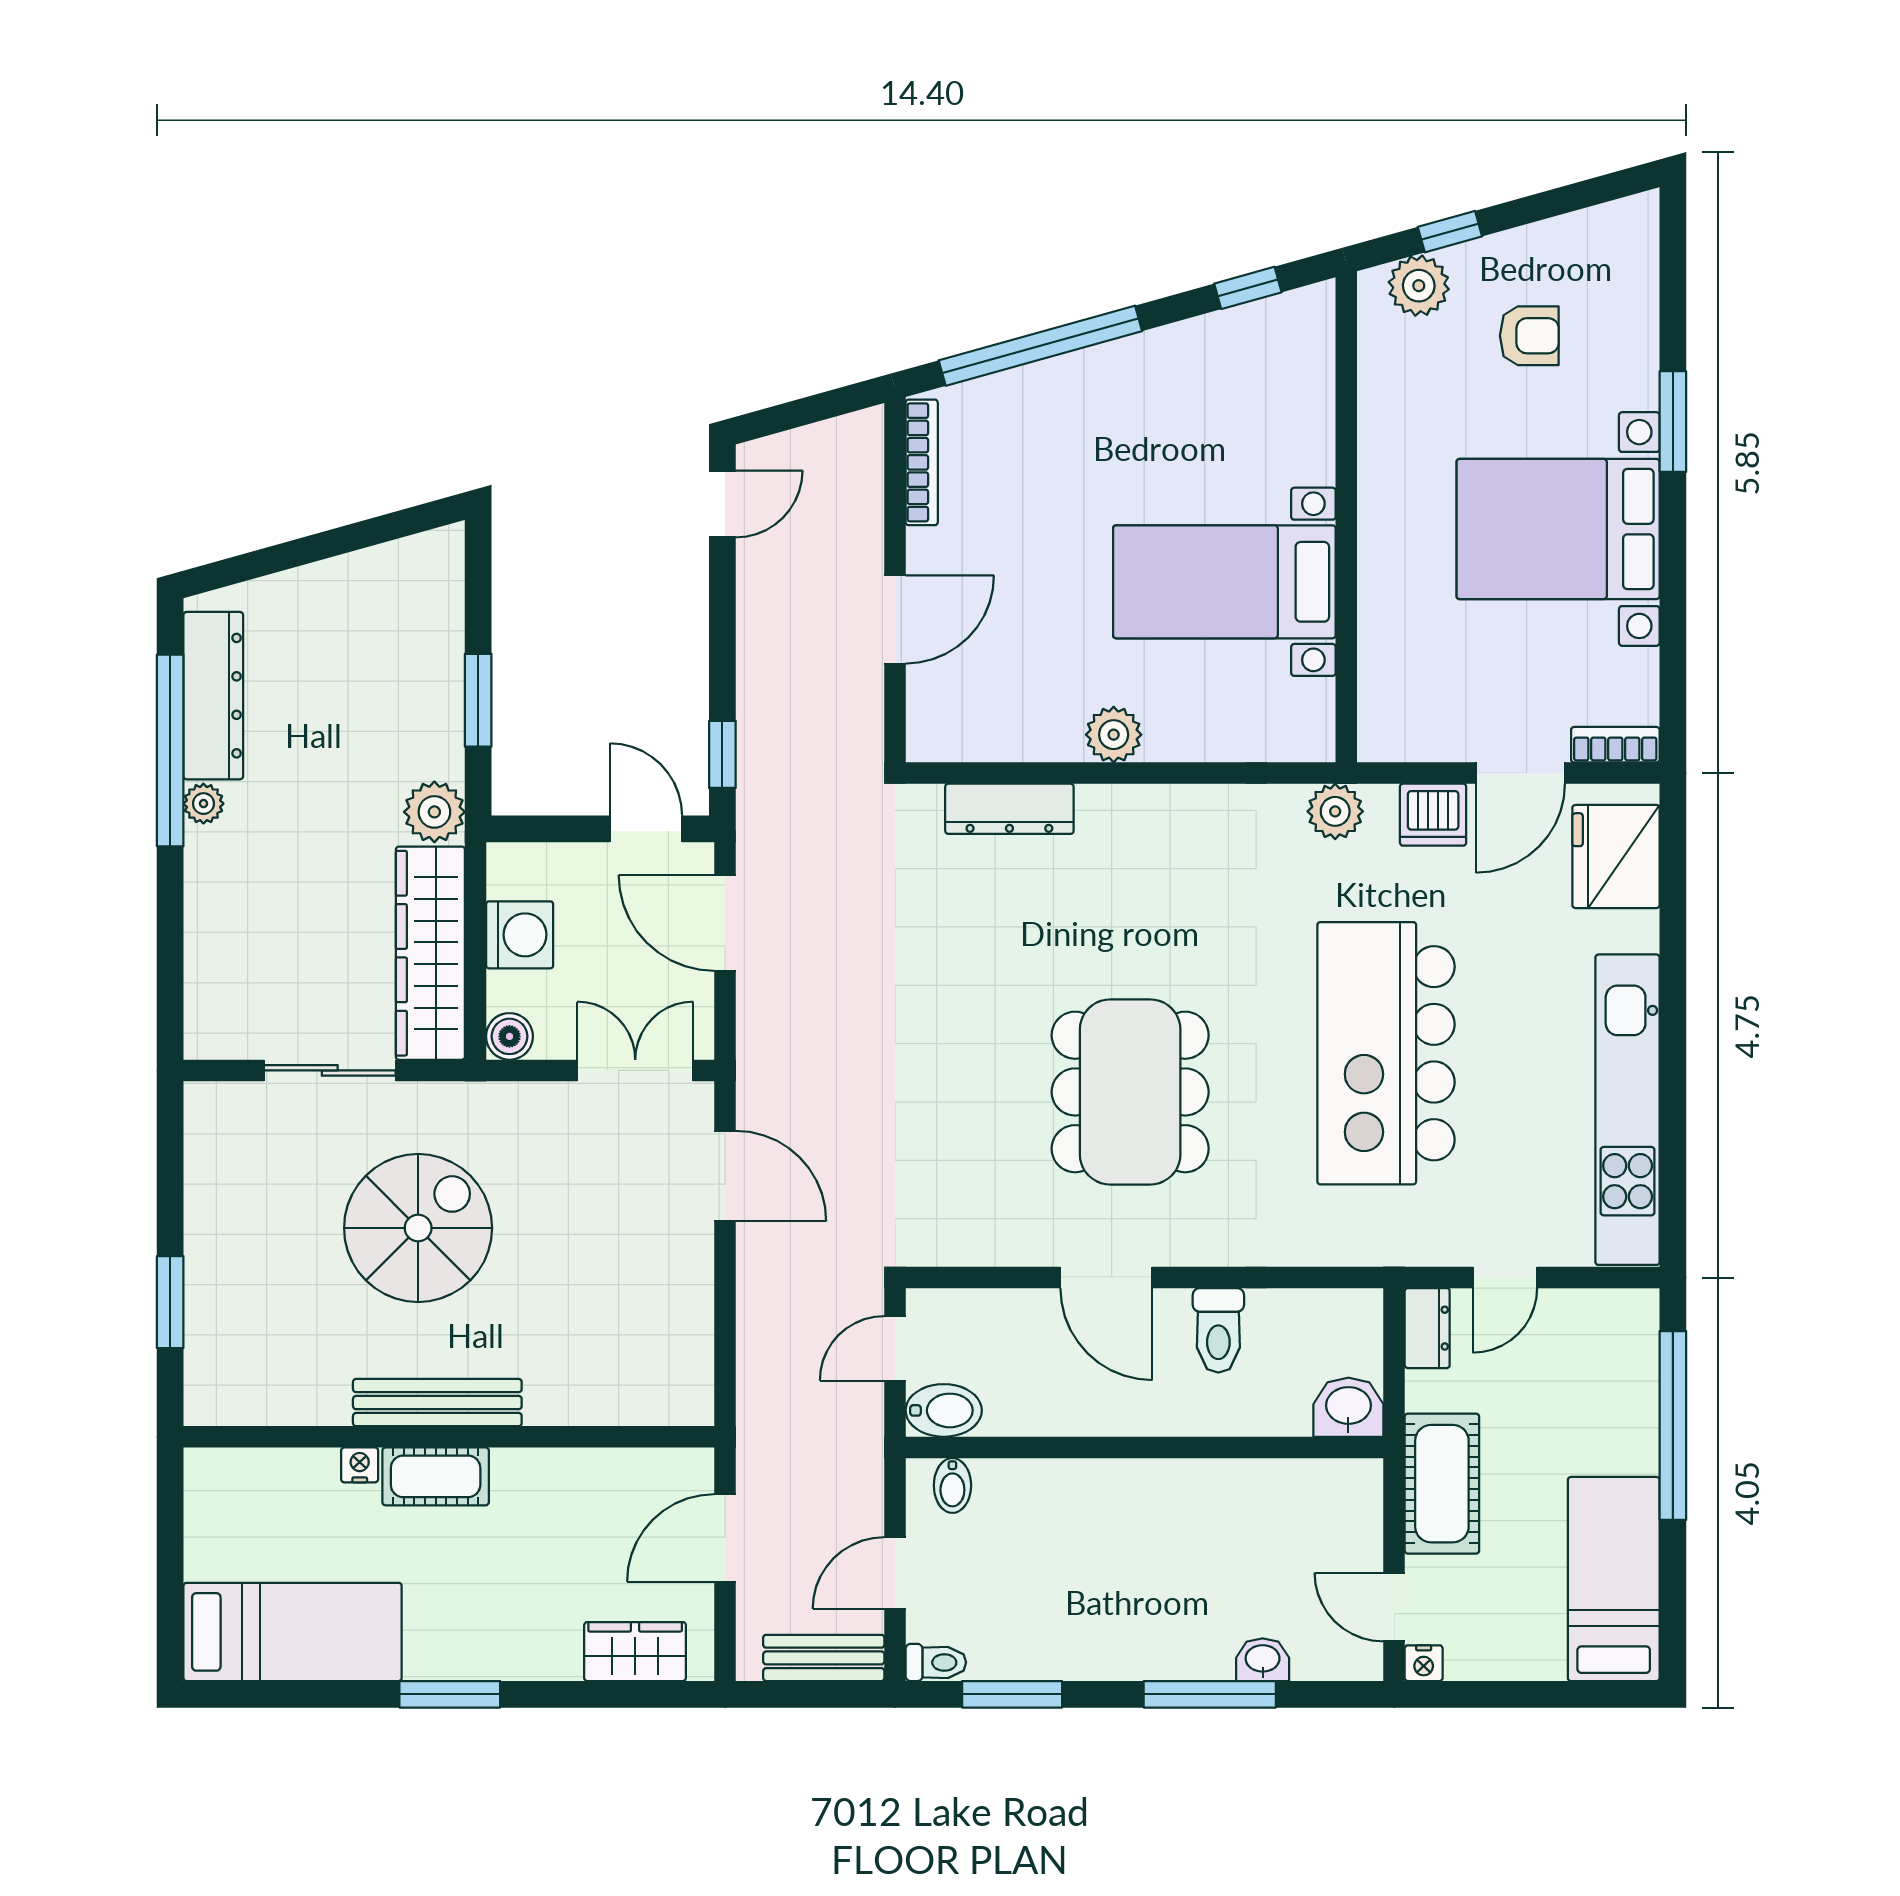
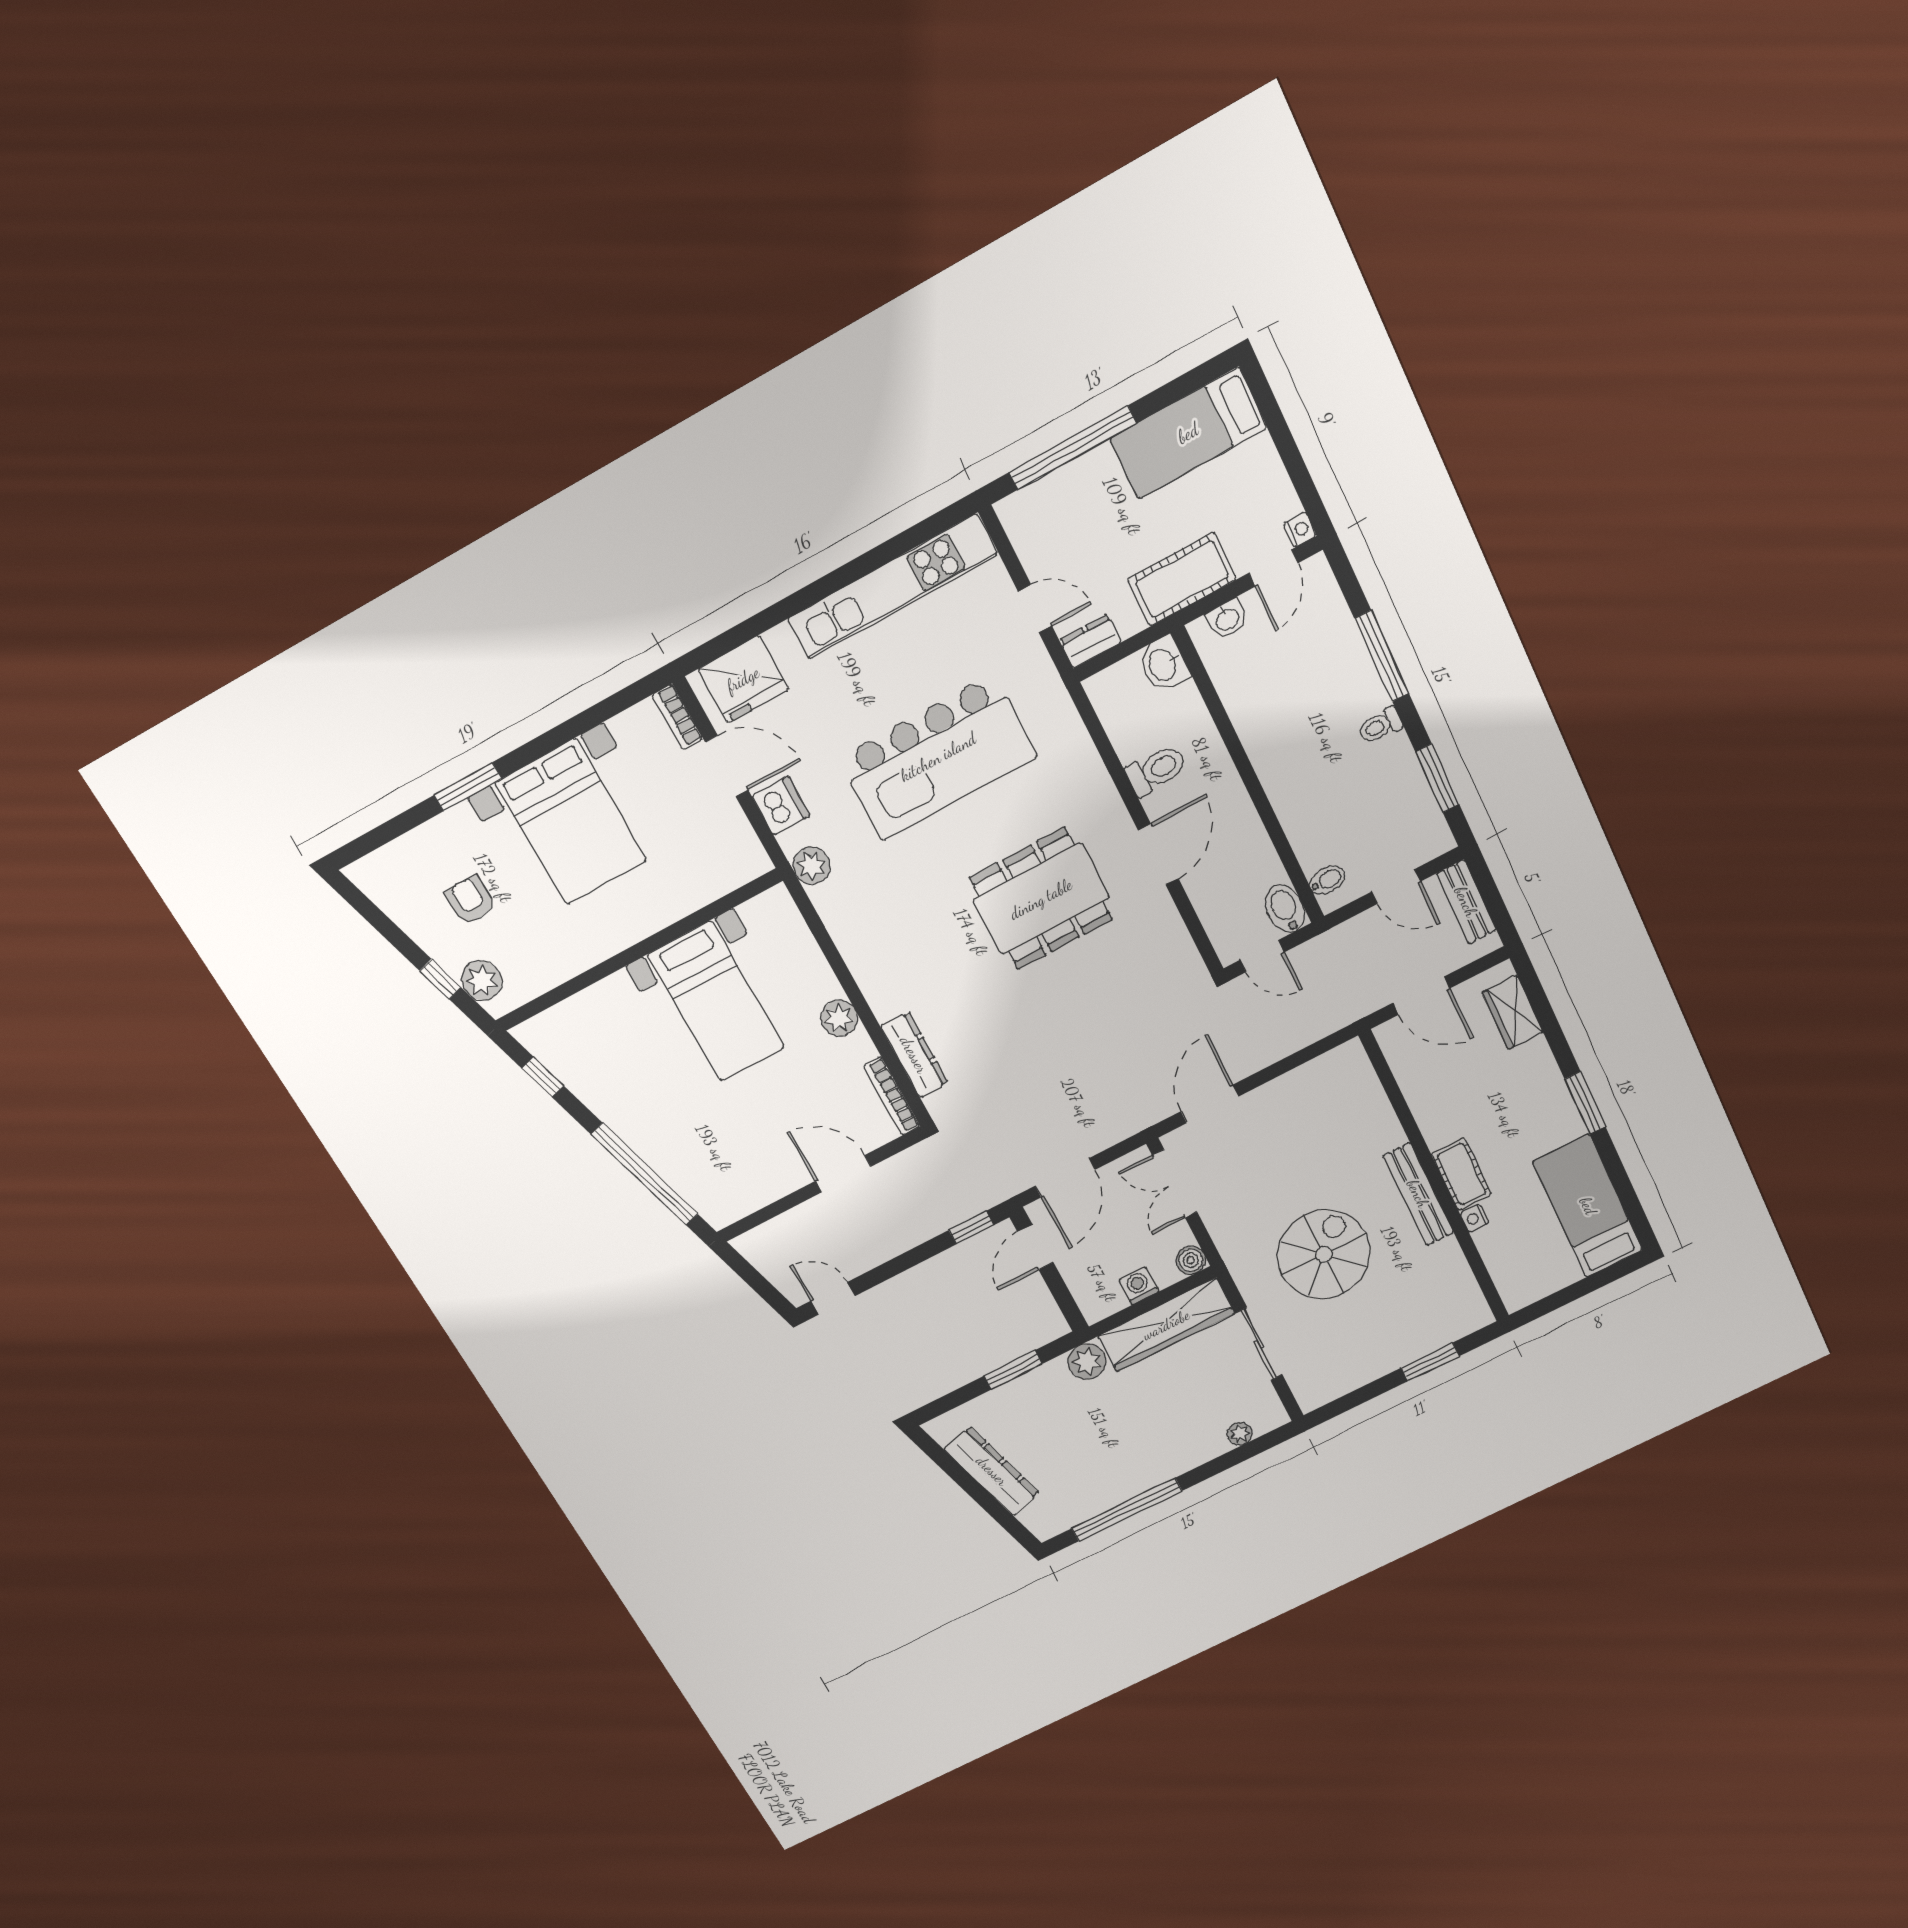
bookcase: (922, 462) -> (892, 1096), moved, turned -90
dresser: (213, 696) -> (992, 1471), moved, turned 74
plant: (203, 804) -> (1240, 1434), moved
washing machine: (520, 935) -> (1139, 1286), width x0.73, depth x0.73
spiral stairs: (418, 1228) -> (1324, 1254), turned 90
washbasin: (1263, 1660) -> (1227, 619), moved, turned -90
toilet: (936, 1662) -> (1380, 726), moved, turned -90

